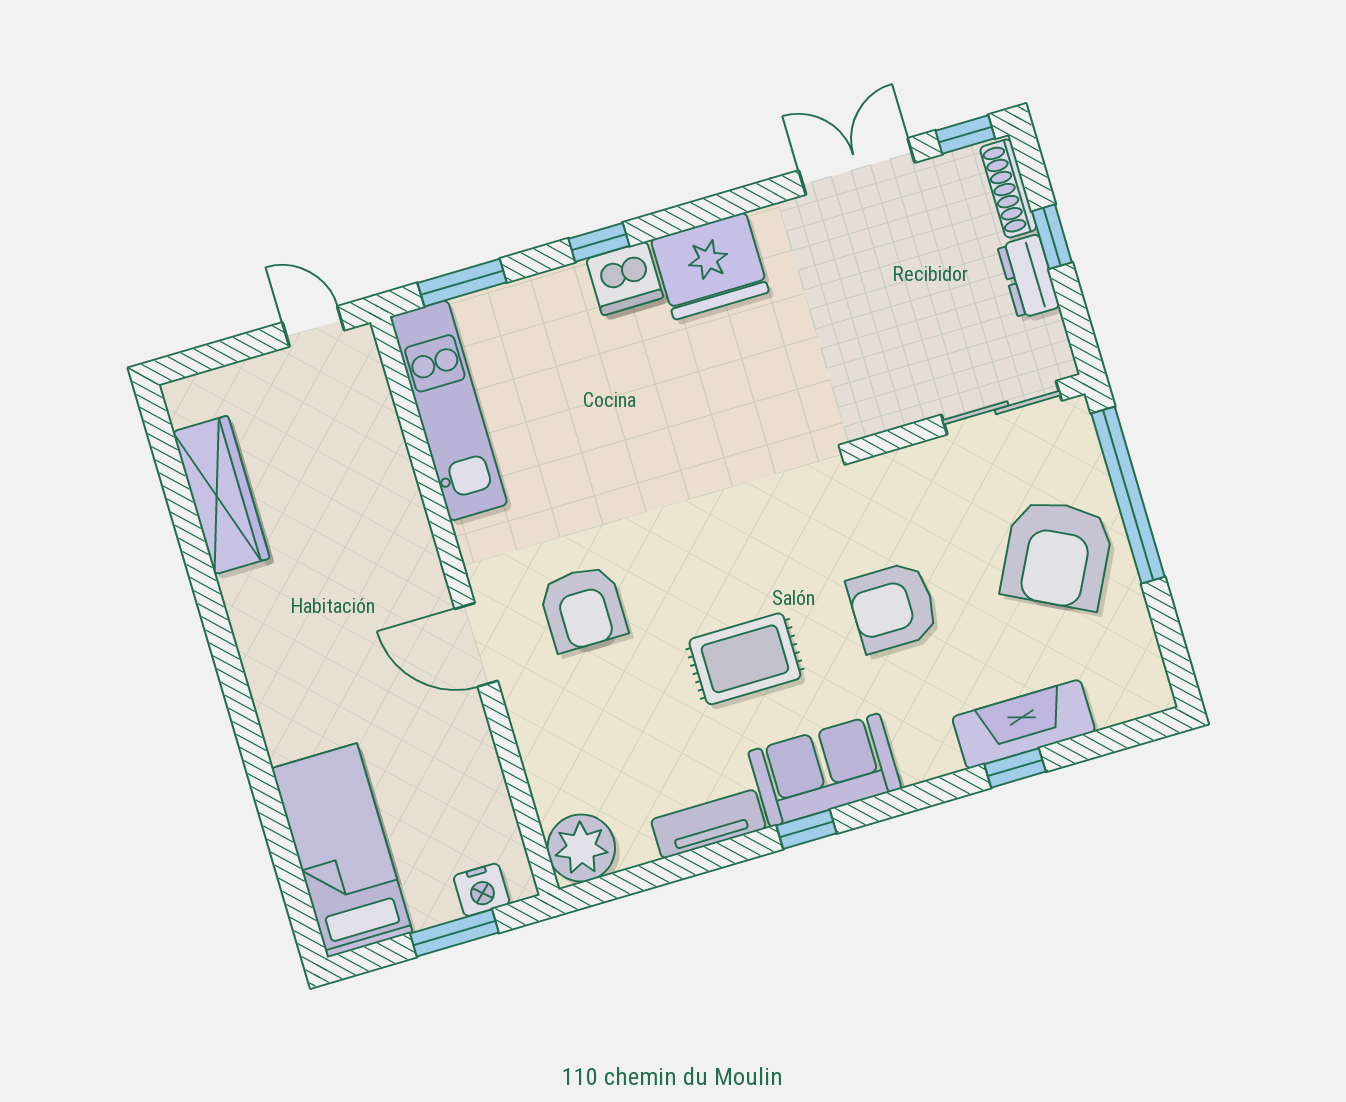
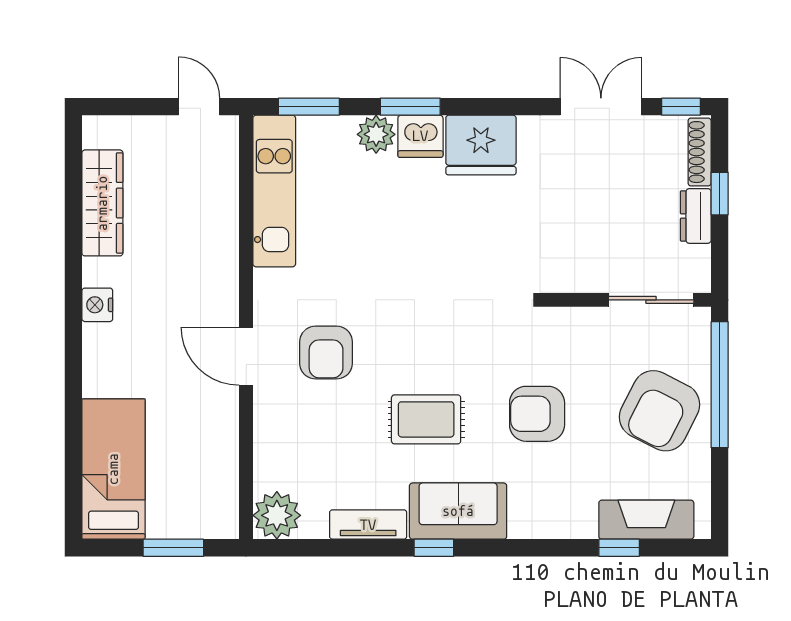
window: (599, 242) -> (410, 107), width x1.50
plant: (564, 293) -> (376, 134), added
fireplace: (1024, 724) -> (646, 520), moved
window: (1015, 768) -> (619, 548), moved
nightstand: (482, 890) -> (97, 305), moved, turned 90

